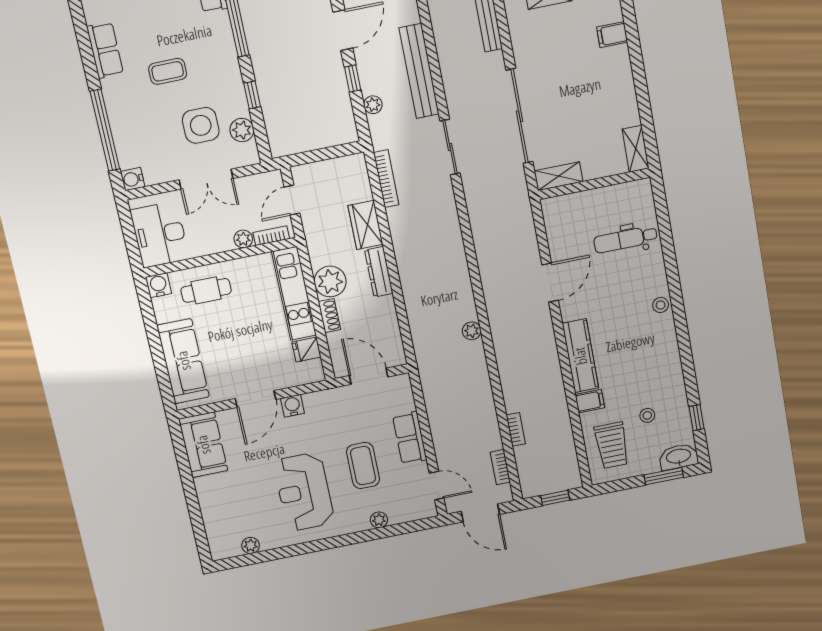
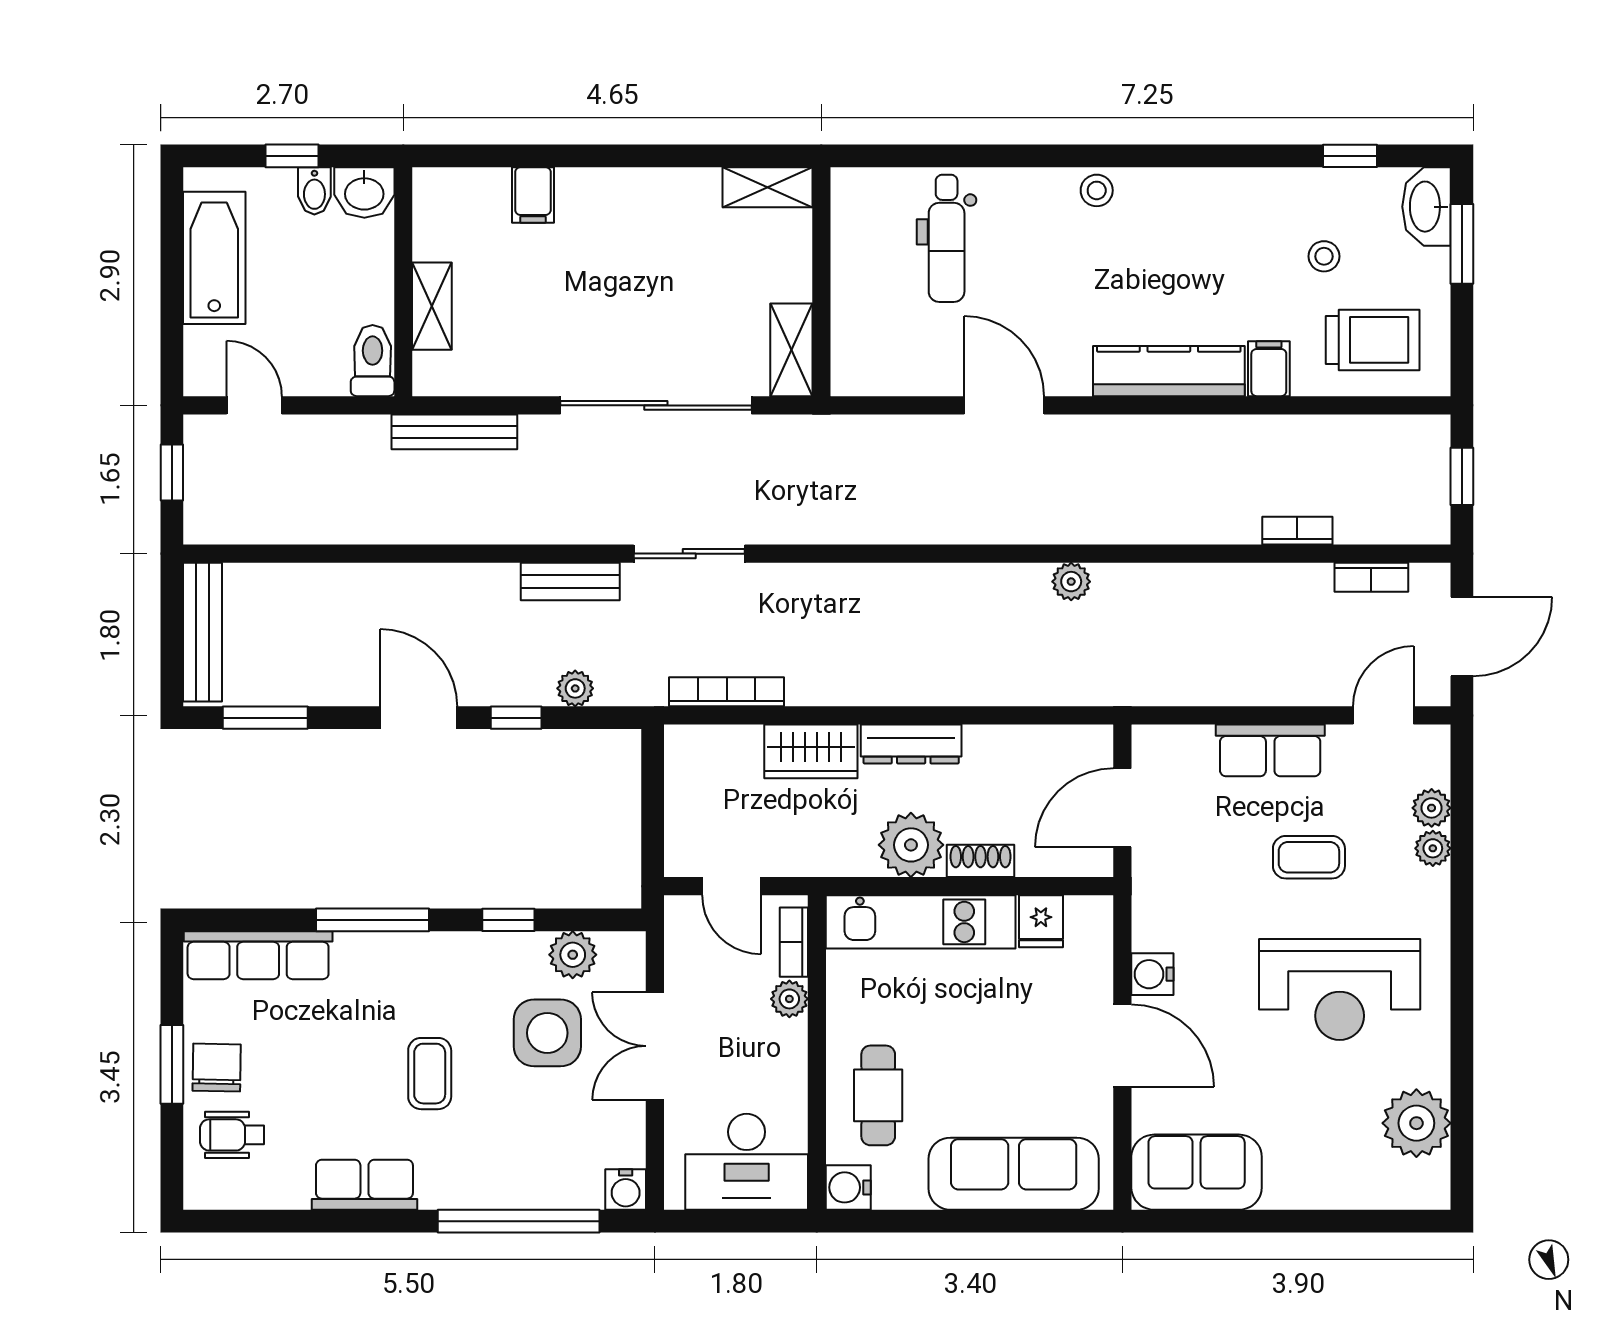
bench: (419, 71) -> (570, 581), width x0.54, depth x0.82
double door: (206, 179) -> (655, 1046), swing flipped
coffee table: (363, 466) -> (1309, 857), width x0.73, depth x0.77
plant: (398, 516) -> (1432, 808), added
plant: (251, 545) -> (1416, 1123), width x1.87, depth x1.87

